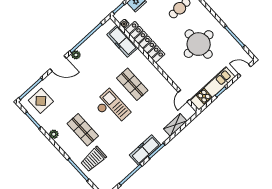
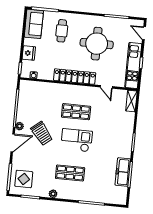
freezer: (122, 41) -> (43, 88), removed
locker: (145, 42) -> (75, 77), moved
door: (245, 70) -> (144, 33), hinge flipped
door: (184, 96) -> (106, 87), moved
shelving: (175, 125) -> (131, 101), moved
freezer: (145, 150) -> (123, 172), moved
trolley: (93, 159) -> (42, 133), moved, turned -39

